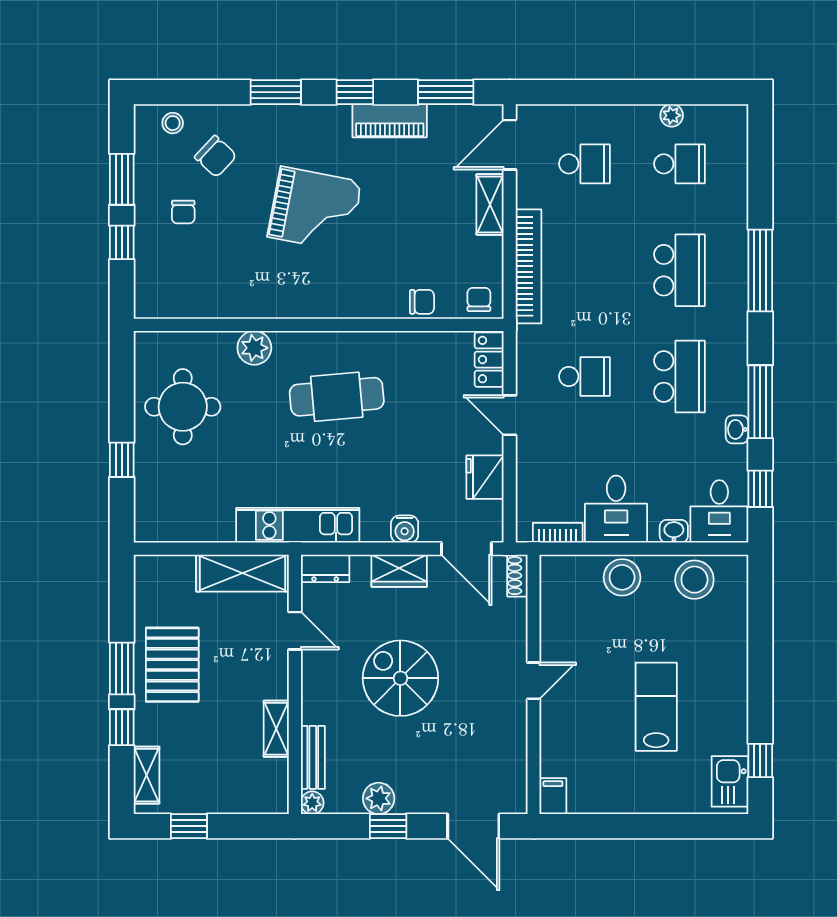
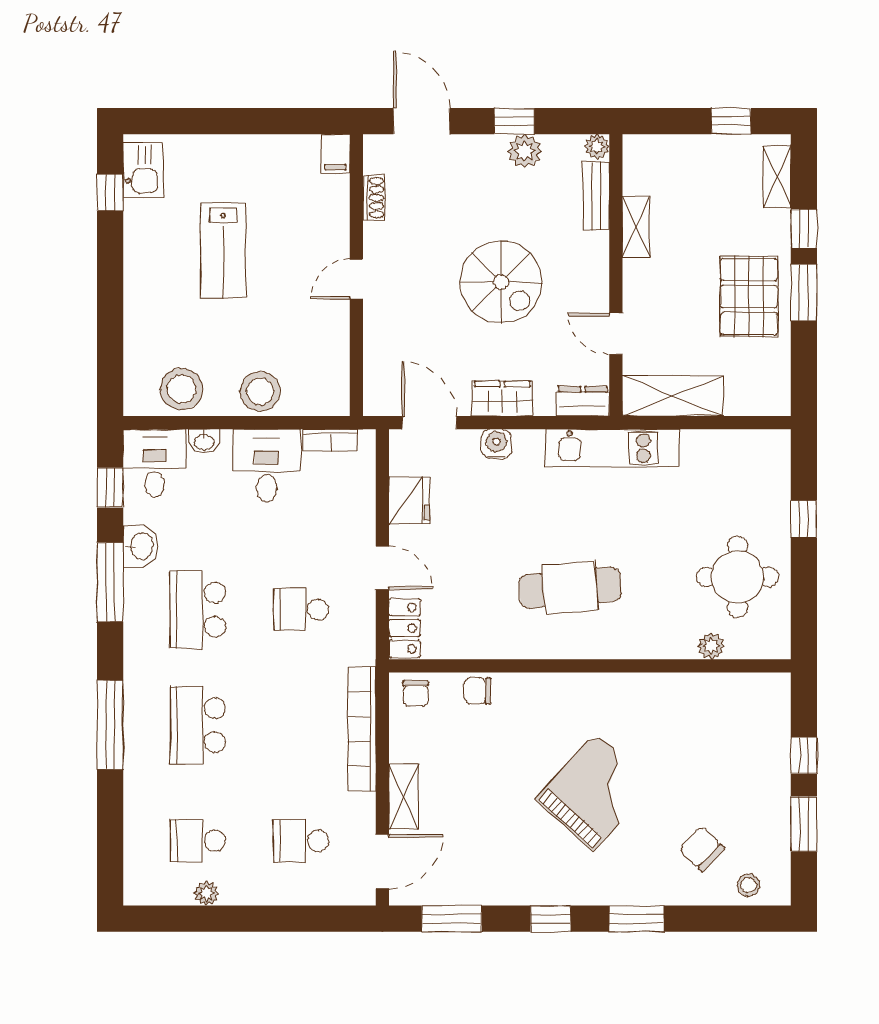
piano: (390, 121) -> (513, 888), removed
grand piano: (315, 209) -> (594, 791), turned 121
chair: (183, 212) -> (737, 788), removed
plant: (254, 348) -> (711, 646), moved, width x0.73, depth x0.73
washbasin: (737, 429) -> (141, 546), width x1.38, depth x1.45
shoe rack: (517, 576) -> (374, 198), moved

